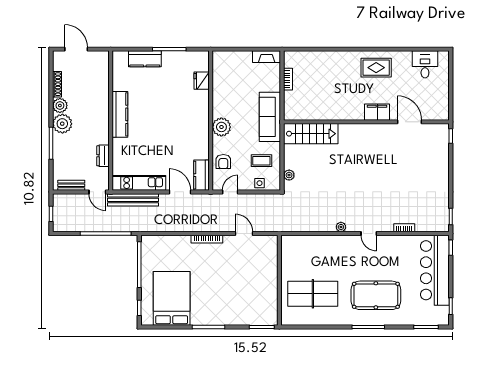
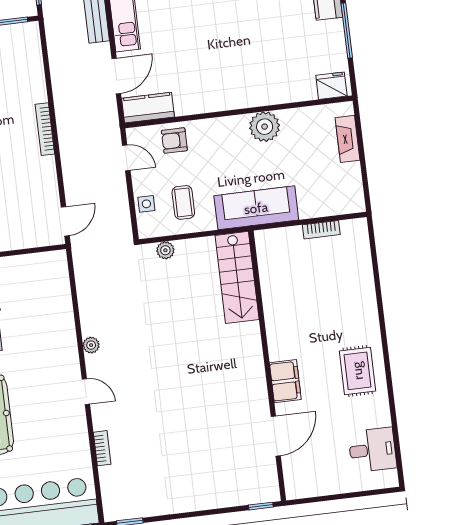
fireplace: (267, 57) -> (348, 139), moved
fridge: (202, 81) -> (331, 86), moved
plant: (221, 127) -> (265, 127), moved
door: (244, 234) -> (65, 221), moved
door: (369, 234) -> (86, 392), swing flipped

